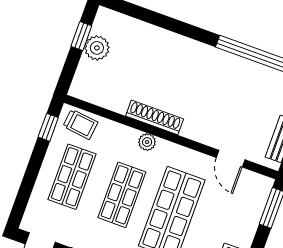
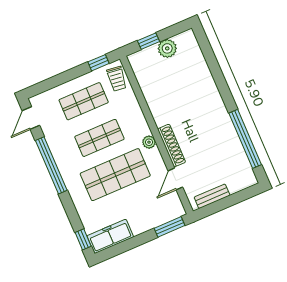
window: (81, 36) -> (148, 41), moved
shoe rack: (155, 117) -> (172, 146), moved
plant: (147, 142) -> (149, 142), moved

